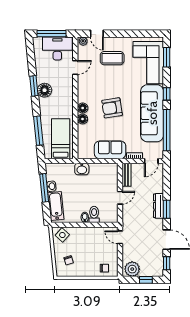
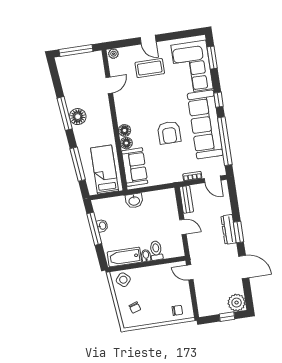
door: (97, 34) -> (148, 40), moved
desk: (57, 48) -> (85, 66), removed
window: (34, 86) -> (65, 113), width x1.44
armchair: (112, 108) -> (169, 133), moved, turned -81
sofa: (110, 150) -> (135, 167), moved, turned 90
door: (151, 161) -> (212, 179), hinge flipped
door: (120, 198) -> (183, 227), hinge flipped
bathtub: (56, 206) -> (124, 257), moved, turned -84
window: (167, 263) -> (248, 294), removed
plant: (132, 269) -> (237, 303), moved

